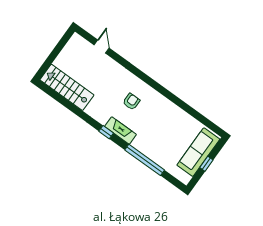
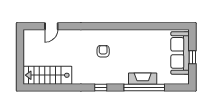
door: (102, 47) -> (51, 26), swing flipped
fireplace: (120, 130) -> (143, 79), moved

